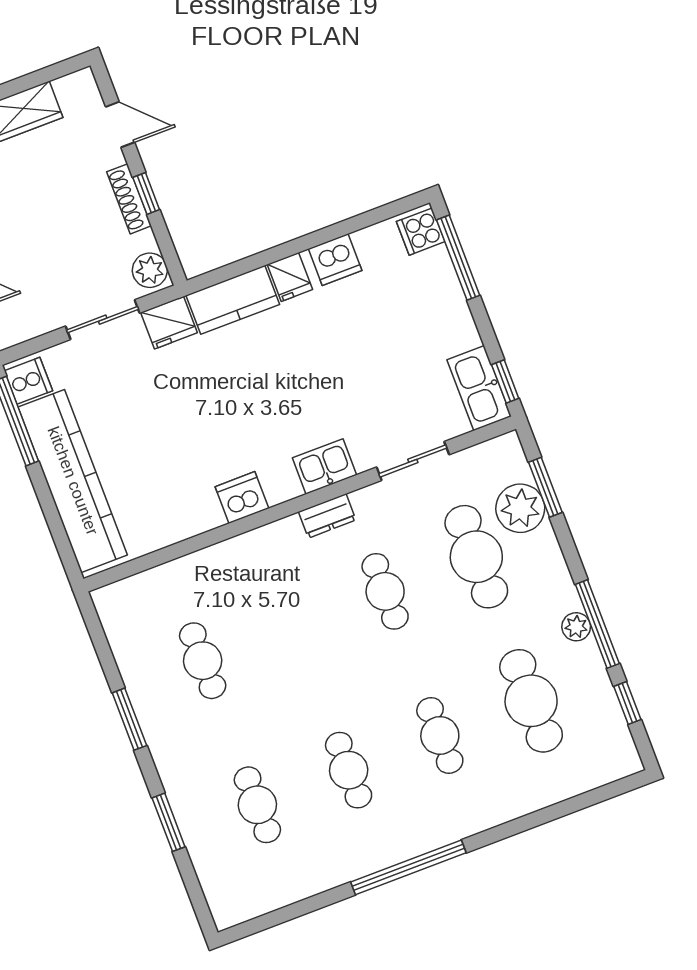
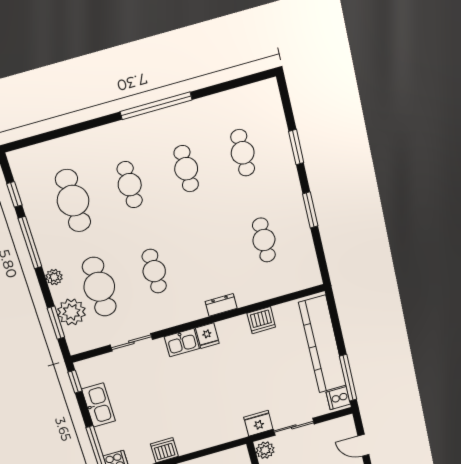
fridge: (290, 277) -> (207, 336), moved, turned 180
kitchen counter: (233, 300) -> (222, 433), removed
kitchen sink: (479, 388) -> (98, 405), moved
dishwasher: (242, 498) -> (261, 320), moved
dresser: (327, 516) -> (221, 305), moved
plant: (576, 627) -> (54, 277), moved

